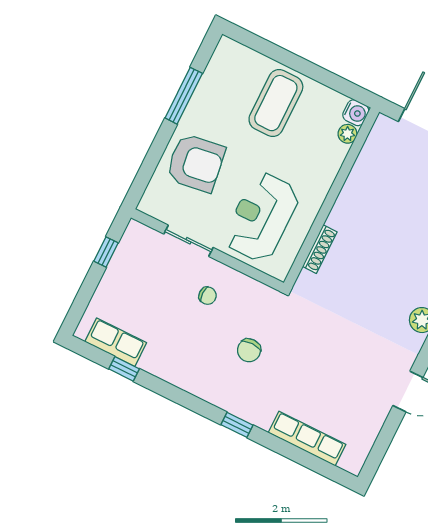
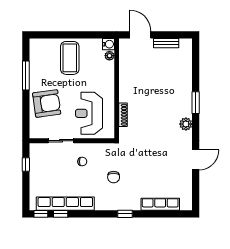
row of seats: (116, 342) -> (65, 204), width x2.02
window: (89, 352) -> (41, 214), added

